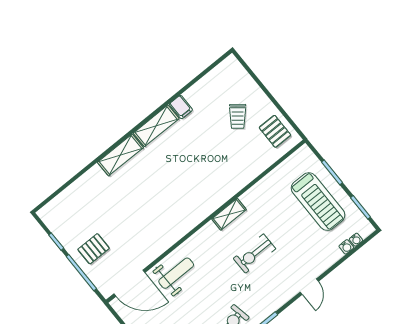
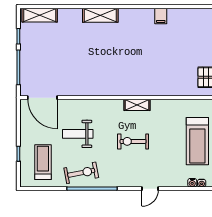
trolley: (238, 116) -> (191, 50), removed
shelving: (156, 126) -> (40, 15), moved
pallet: (94, 249) -> (38, 59), removed
weight bench: (176, 273) -> (78, 134), moved, turned 180

